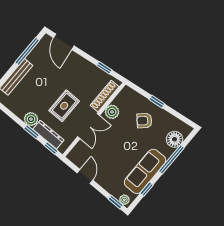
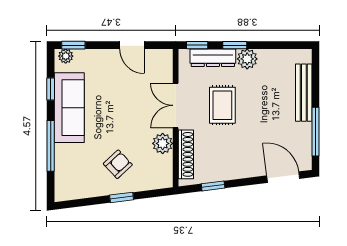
floor lamp: (175, 139) -> (66, 172), removed

